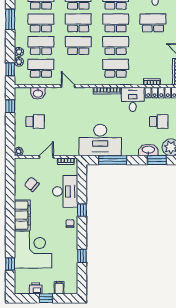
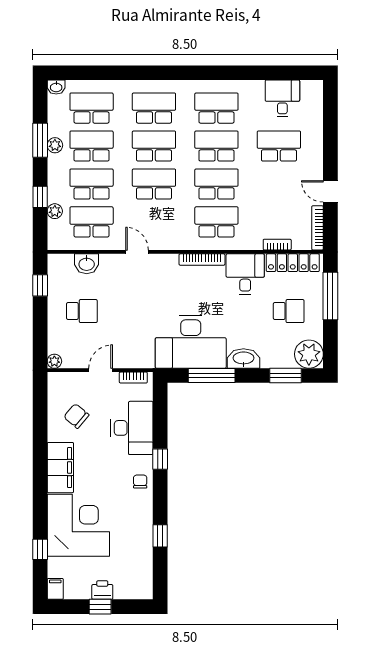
plant: (19, 52) -> (55, 145), moved
window: (10, 69) -> (40, 197), moved
washbasin: (148, 150) -> (243, 359), moved
printer: (36, 288) -> (102, 590), moved
filing cabinet: (59, 288) -> (55, 589), moved

